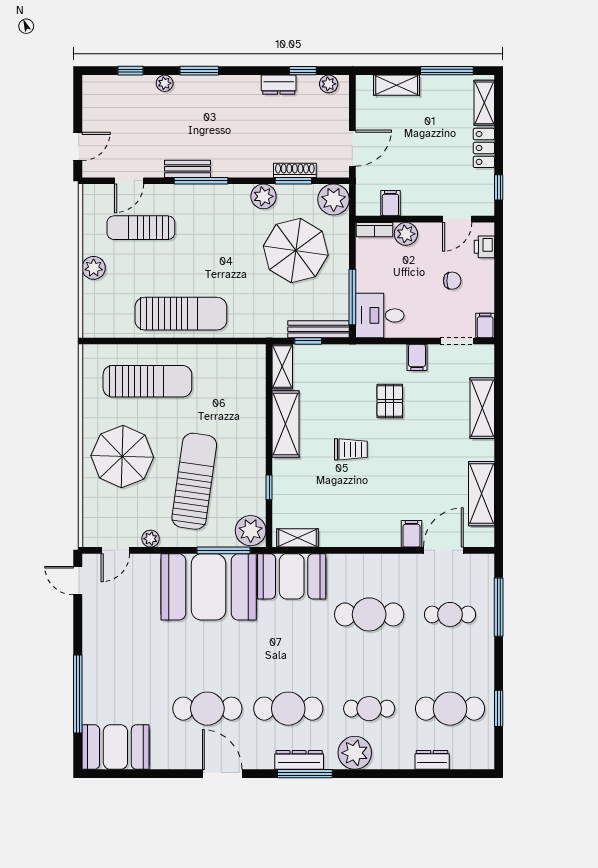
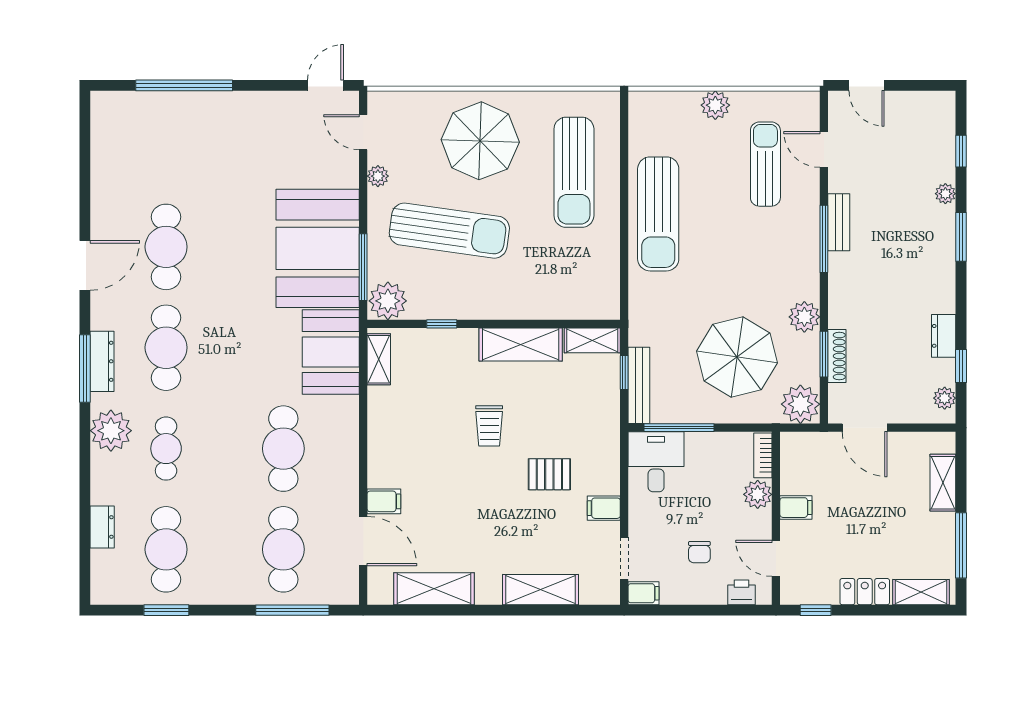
filing cabinet: (390, 203) -> (796, 508), moved
cafe table: (450, 614) -> (283, 549), width x1.37, depth x1.35
booth: (115, 747) -> (118, 132), removed

